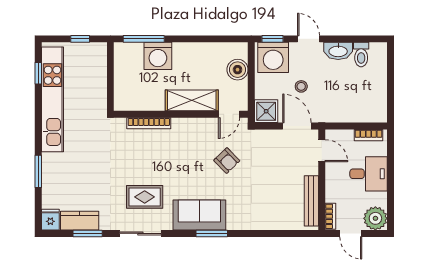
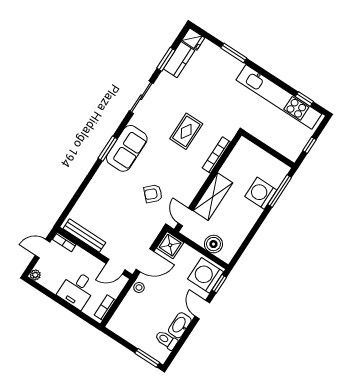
door: (309, 39) -> (202, 310), swing flipped
window: (391, 62) -> (147, 358), added
stool: (301, 86) -> (139, 288), moved
rug: (145, 197) -> (186, 131), moved
plant: (375, 218) -> (35, 275), width x0.53, depth x0.53

